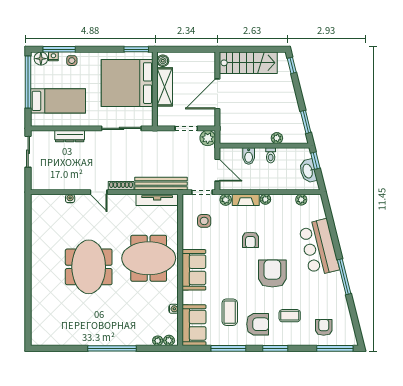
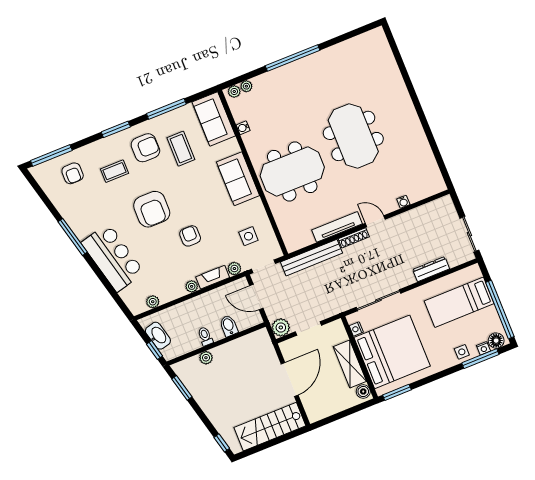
nightstand: (148, 113) -> (356, 329), added
tv unit: (157, 200) -> (337, 227), moved
armchair: (258, 324) -> (145, 148), turned 180

